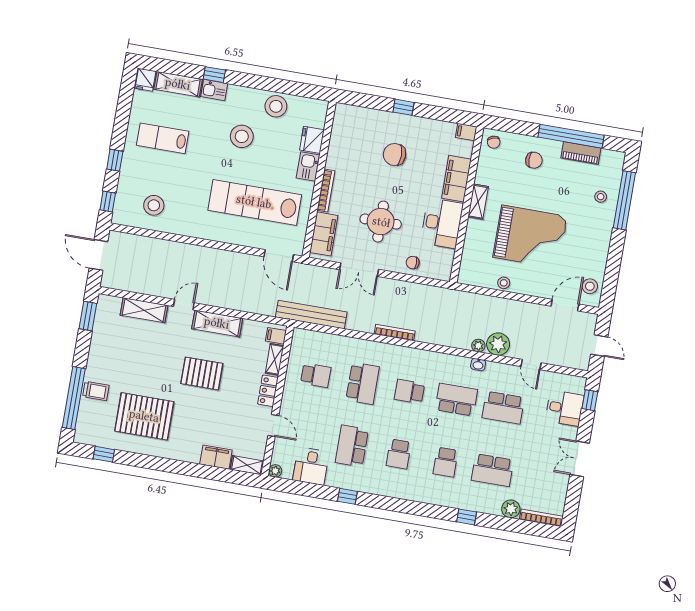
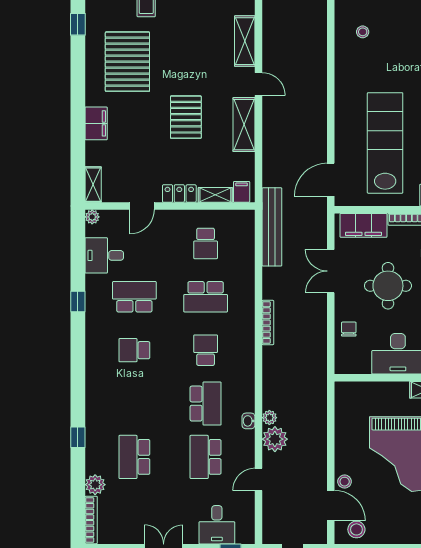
stool: (154, 205) -> (363, 32), width x0.53, depth x0.53
stool: (504, 283) -> (345, 482), moved
filing cabinet: (216, 457) -> (96, 123), moved
school desk: (446, 462) -> (134, 404), removed

